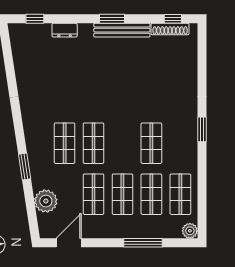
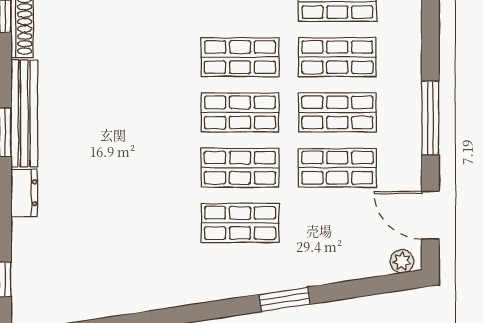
dresser: (65, 30) -> (24, 193), moved
shop shelf: (122, 143) -> (240, 112), added
plant: (46, 201) -> (402, 261), moved, width x0.53, depth x0.53
window: (143, 243) -> (430, 118), moved

